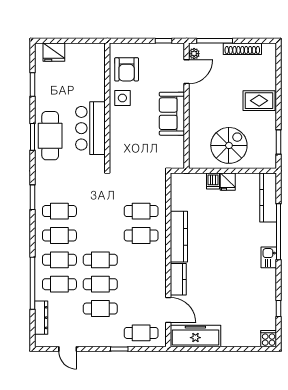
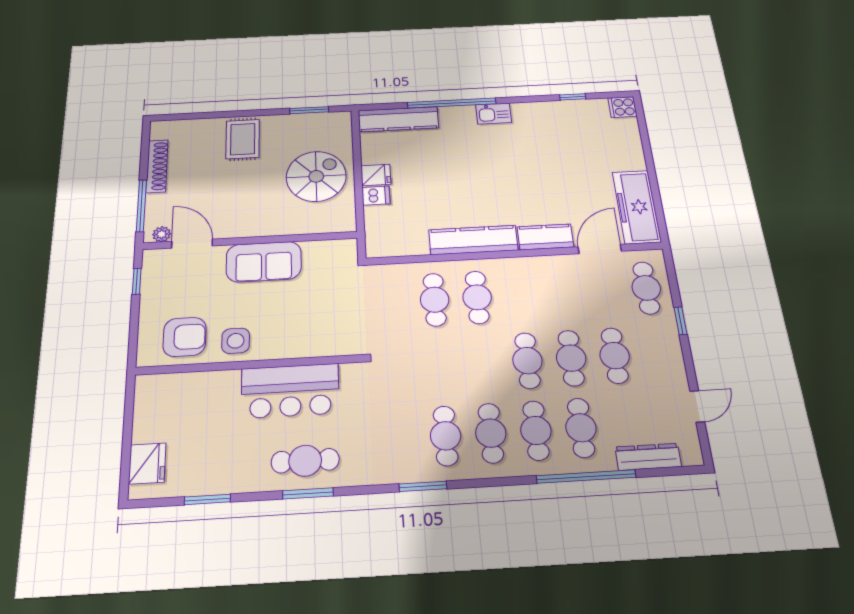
cafe table: (50, 136) -> (305, 461), width x0.73, depth x0.74
spiral stairs: (229, 145) -> (316, 176), turned 90

